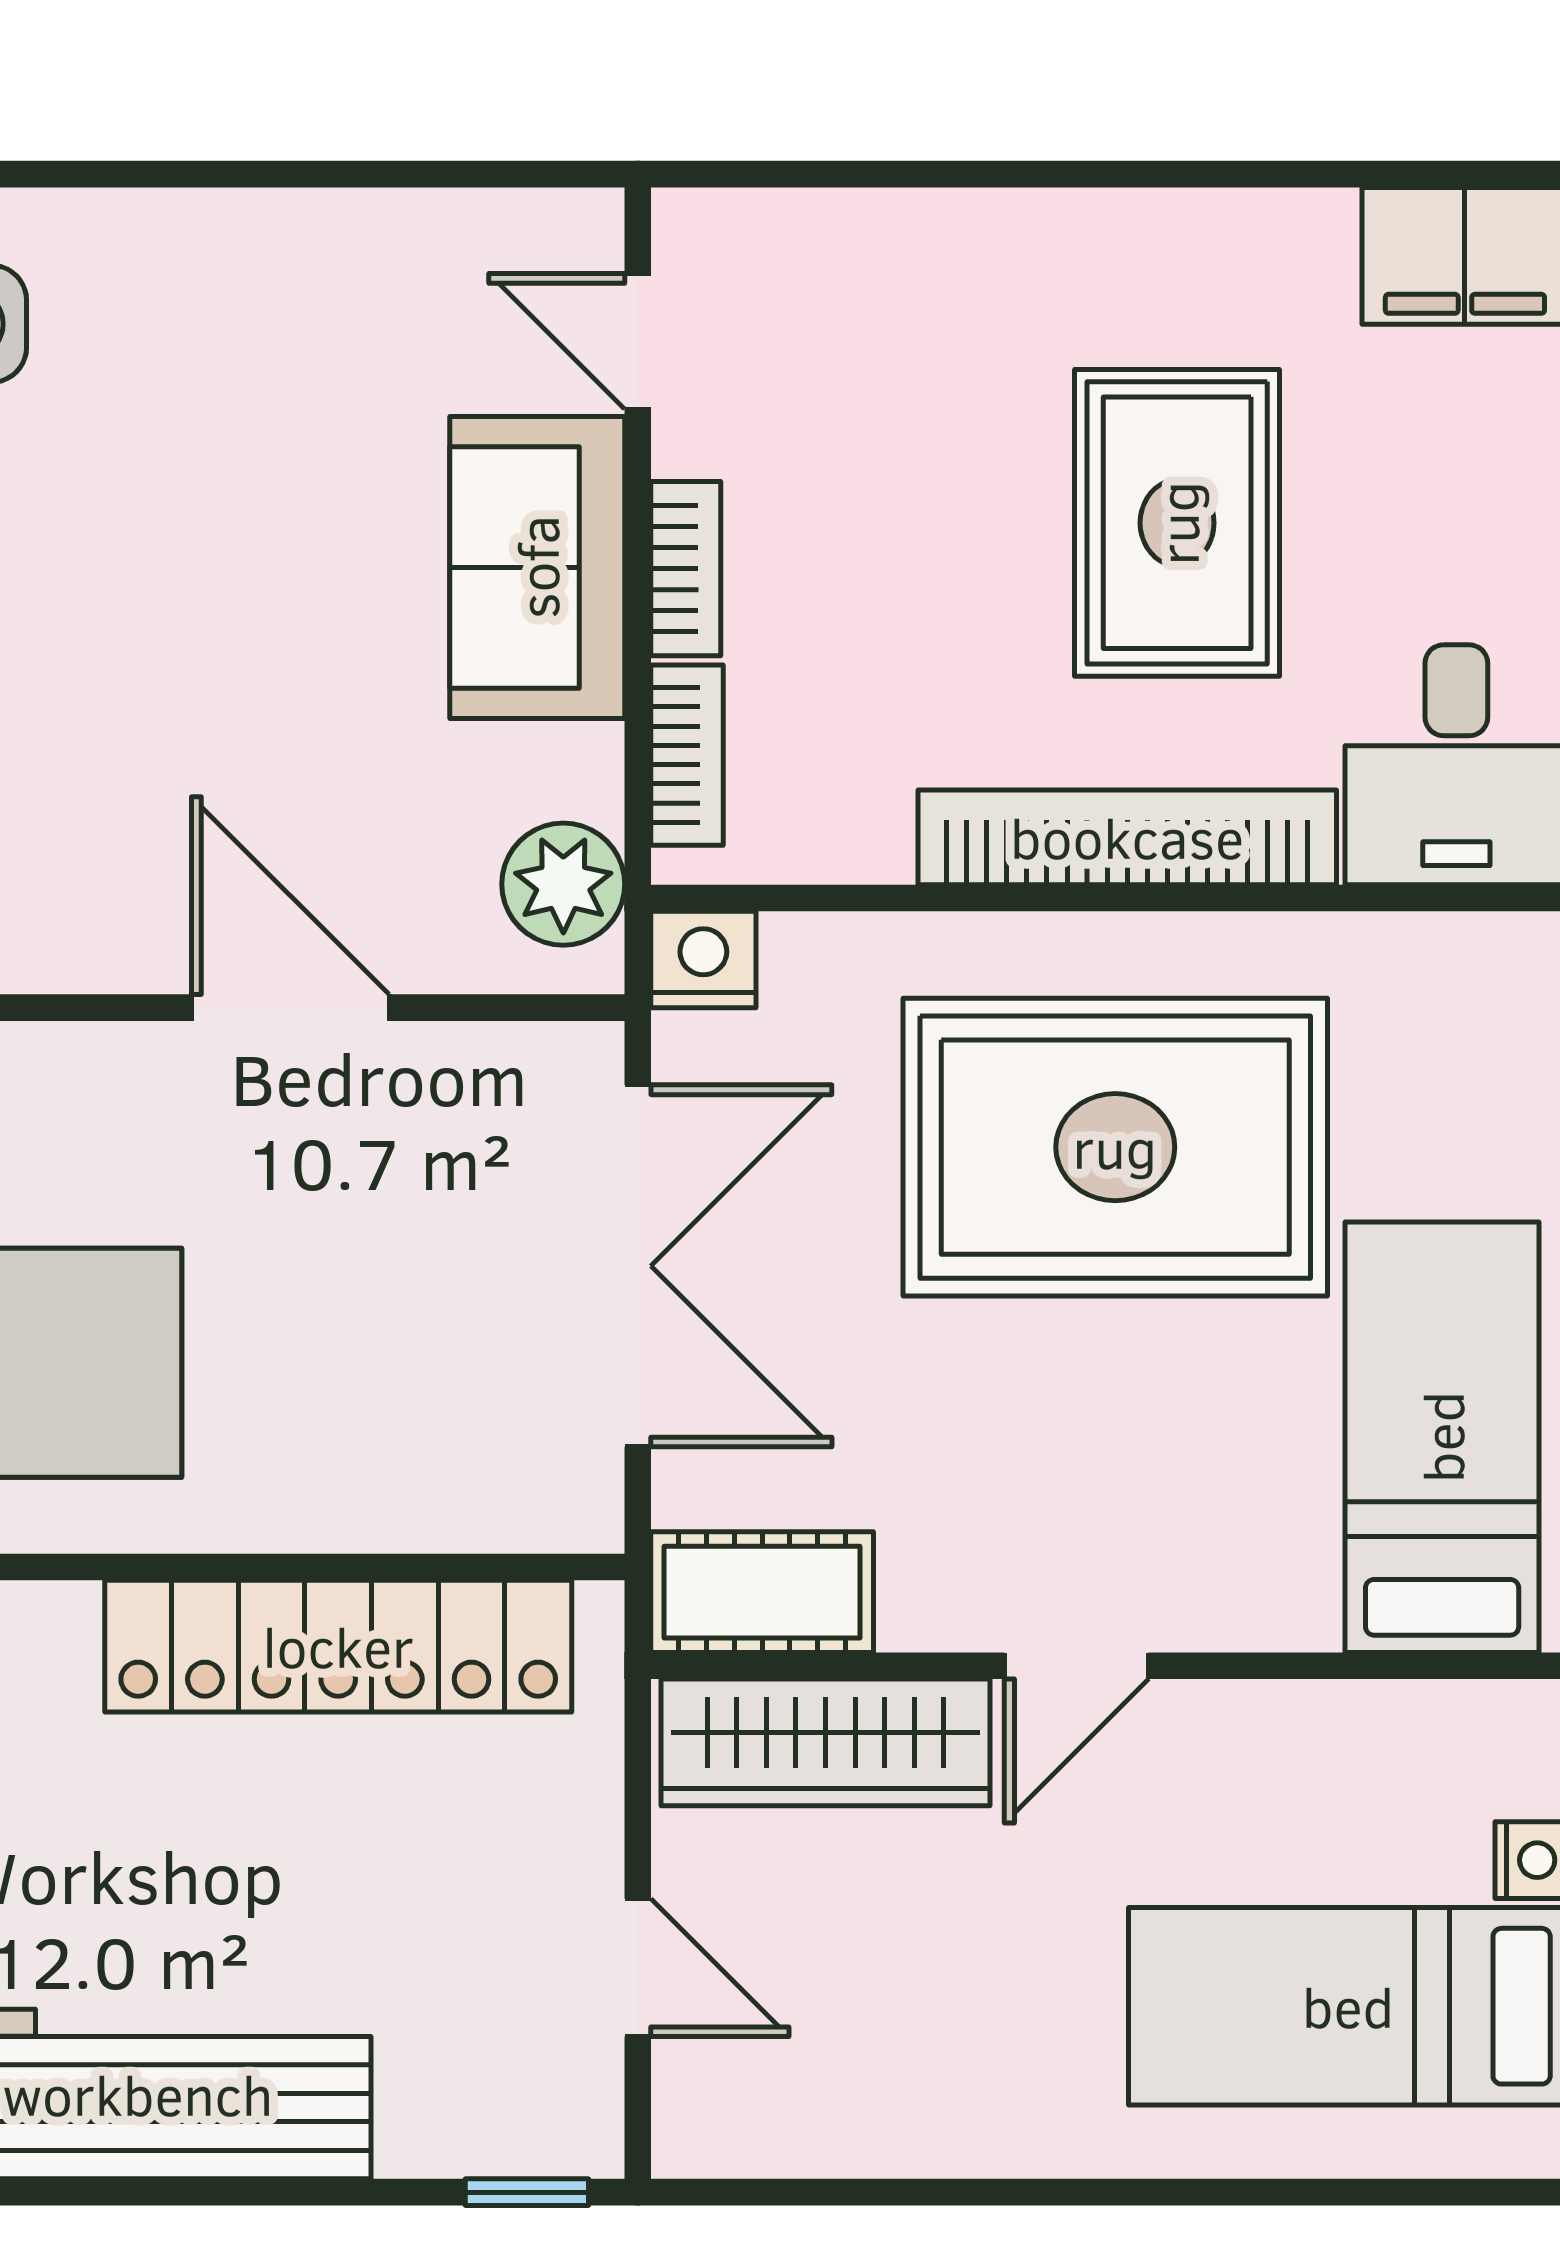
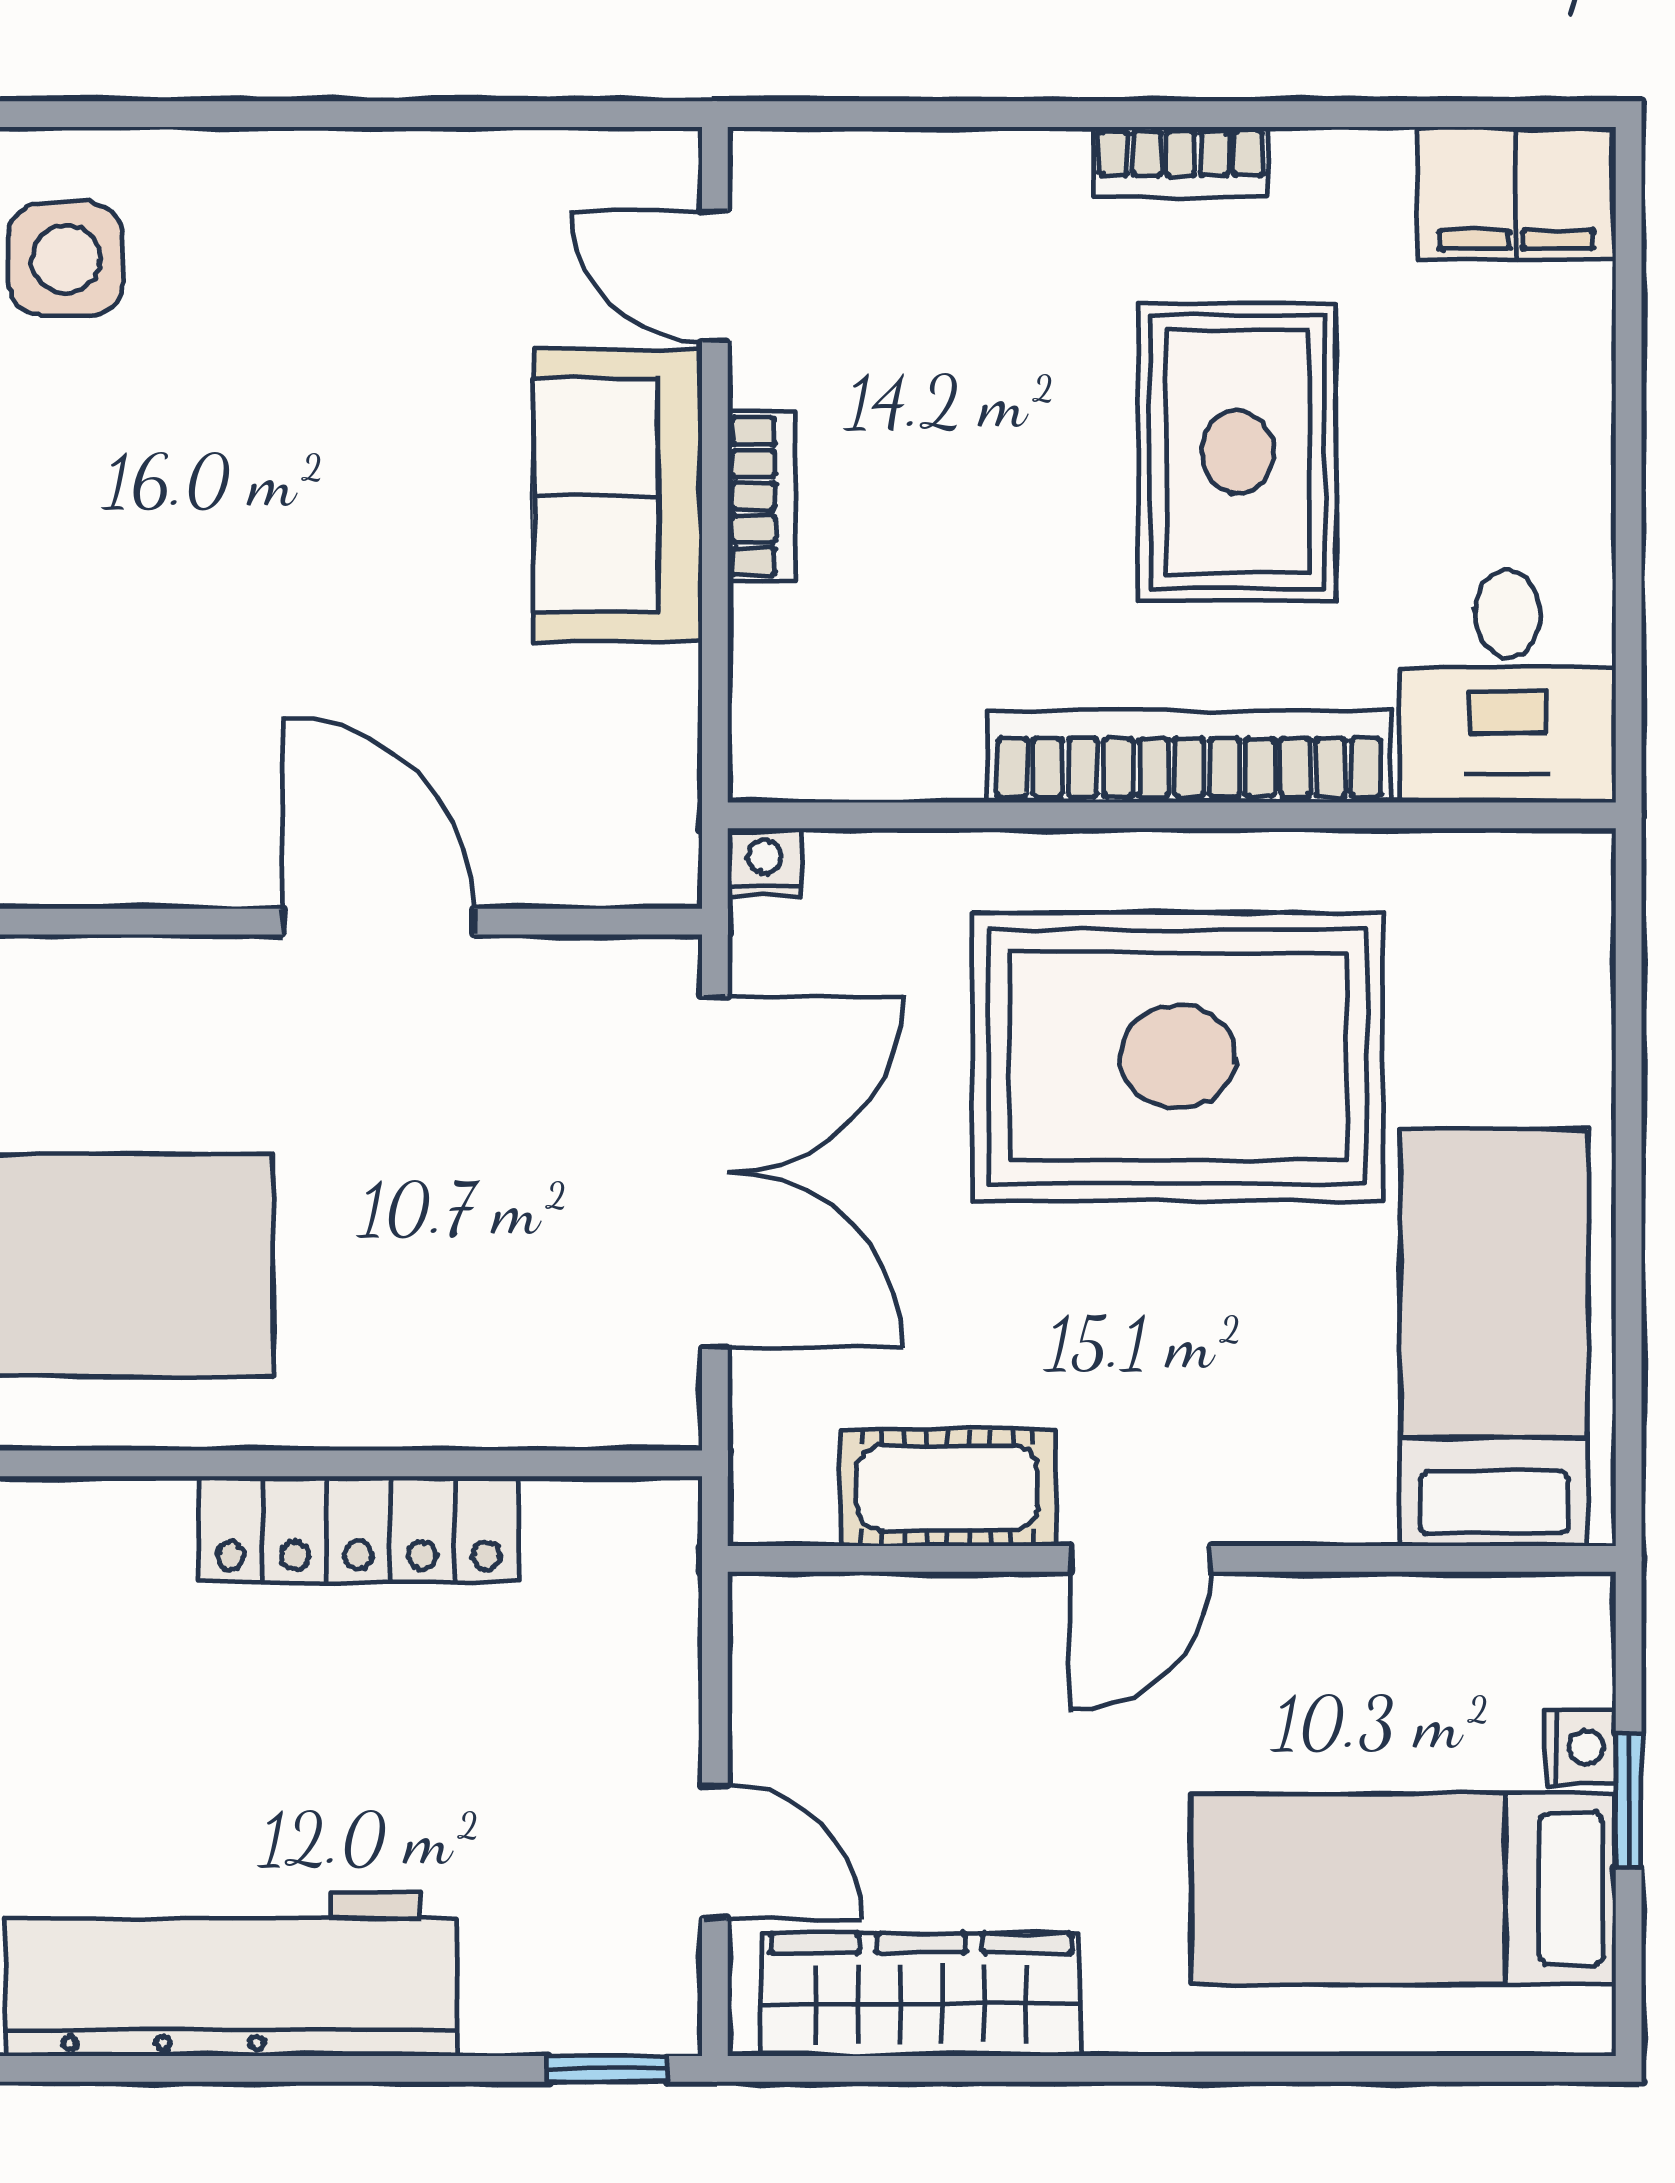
bookcase: (687, 755) -> (1181, 162), moved, turned 90
plant: (563, 884) -> (643, 802), removed
nightstand: (703, 959) -> (764, 863), width x0.72, depth x0.74
cot: (762, 1592) -> (948, 1488), moved
locker: (338, 1646) -> (359, 1529), width x0.71, depth x0.83
wardrobe: (825, 1742) -> (921, 1995), moved, turned 180

